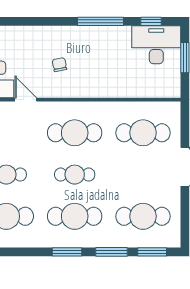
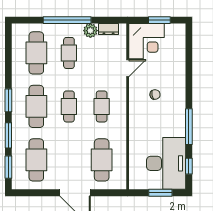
desk: (156, 45) -> (166, 163), width x1.36, depth x1.30
cafe table: (75, 133) -> (102, 106), width x0.73, depth x0.74

